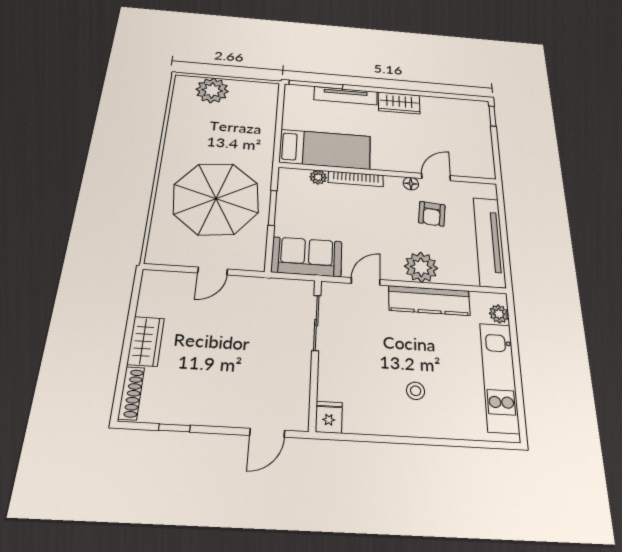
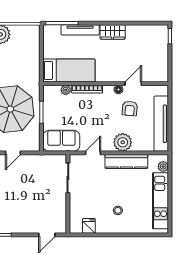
fridge: (329, 417) -> (89, 226), moved

